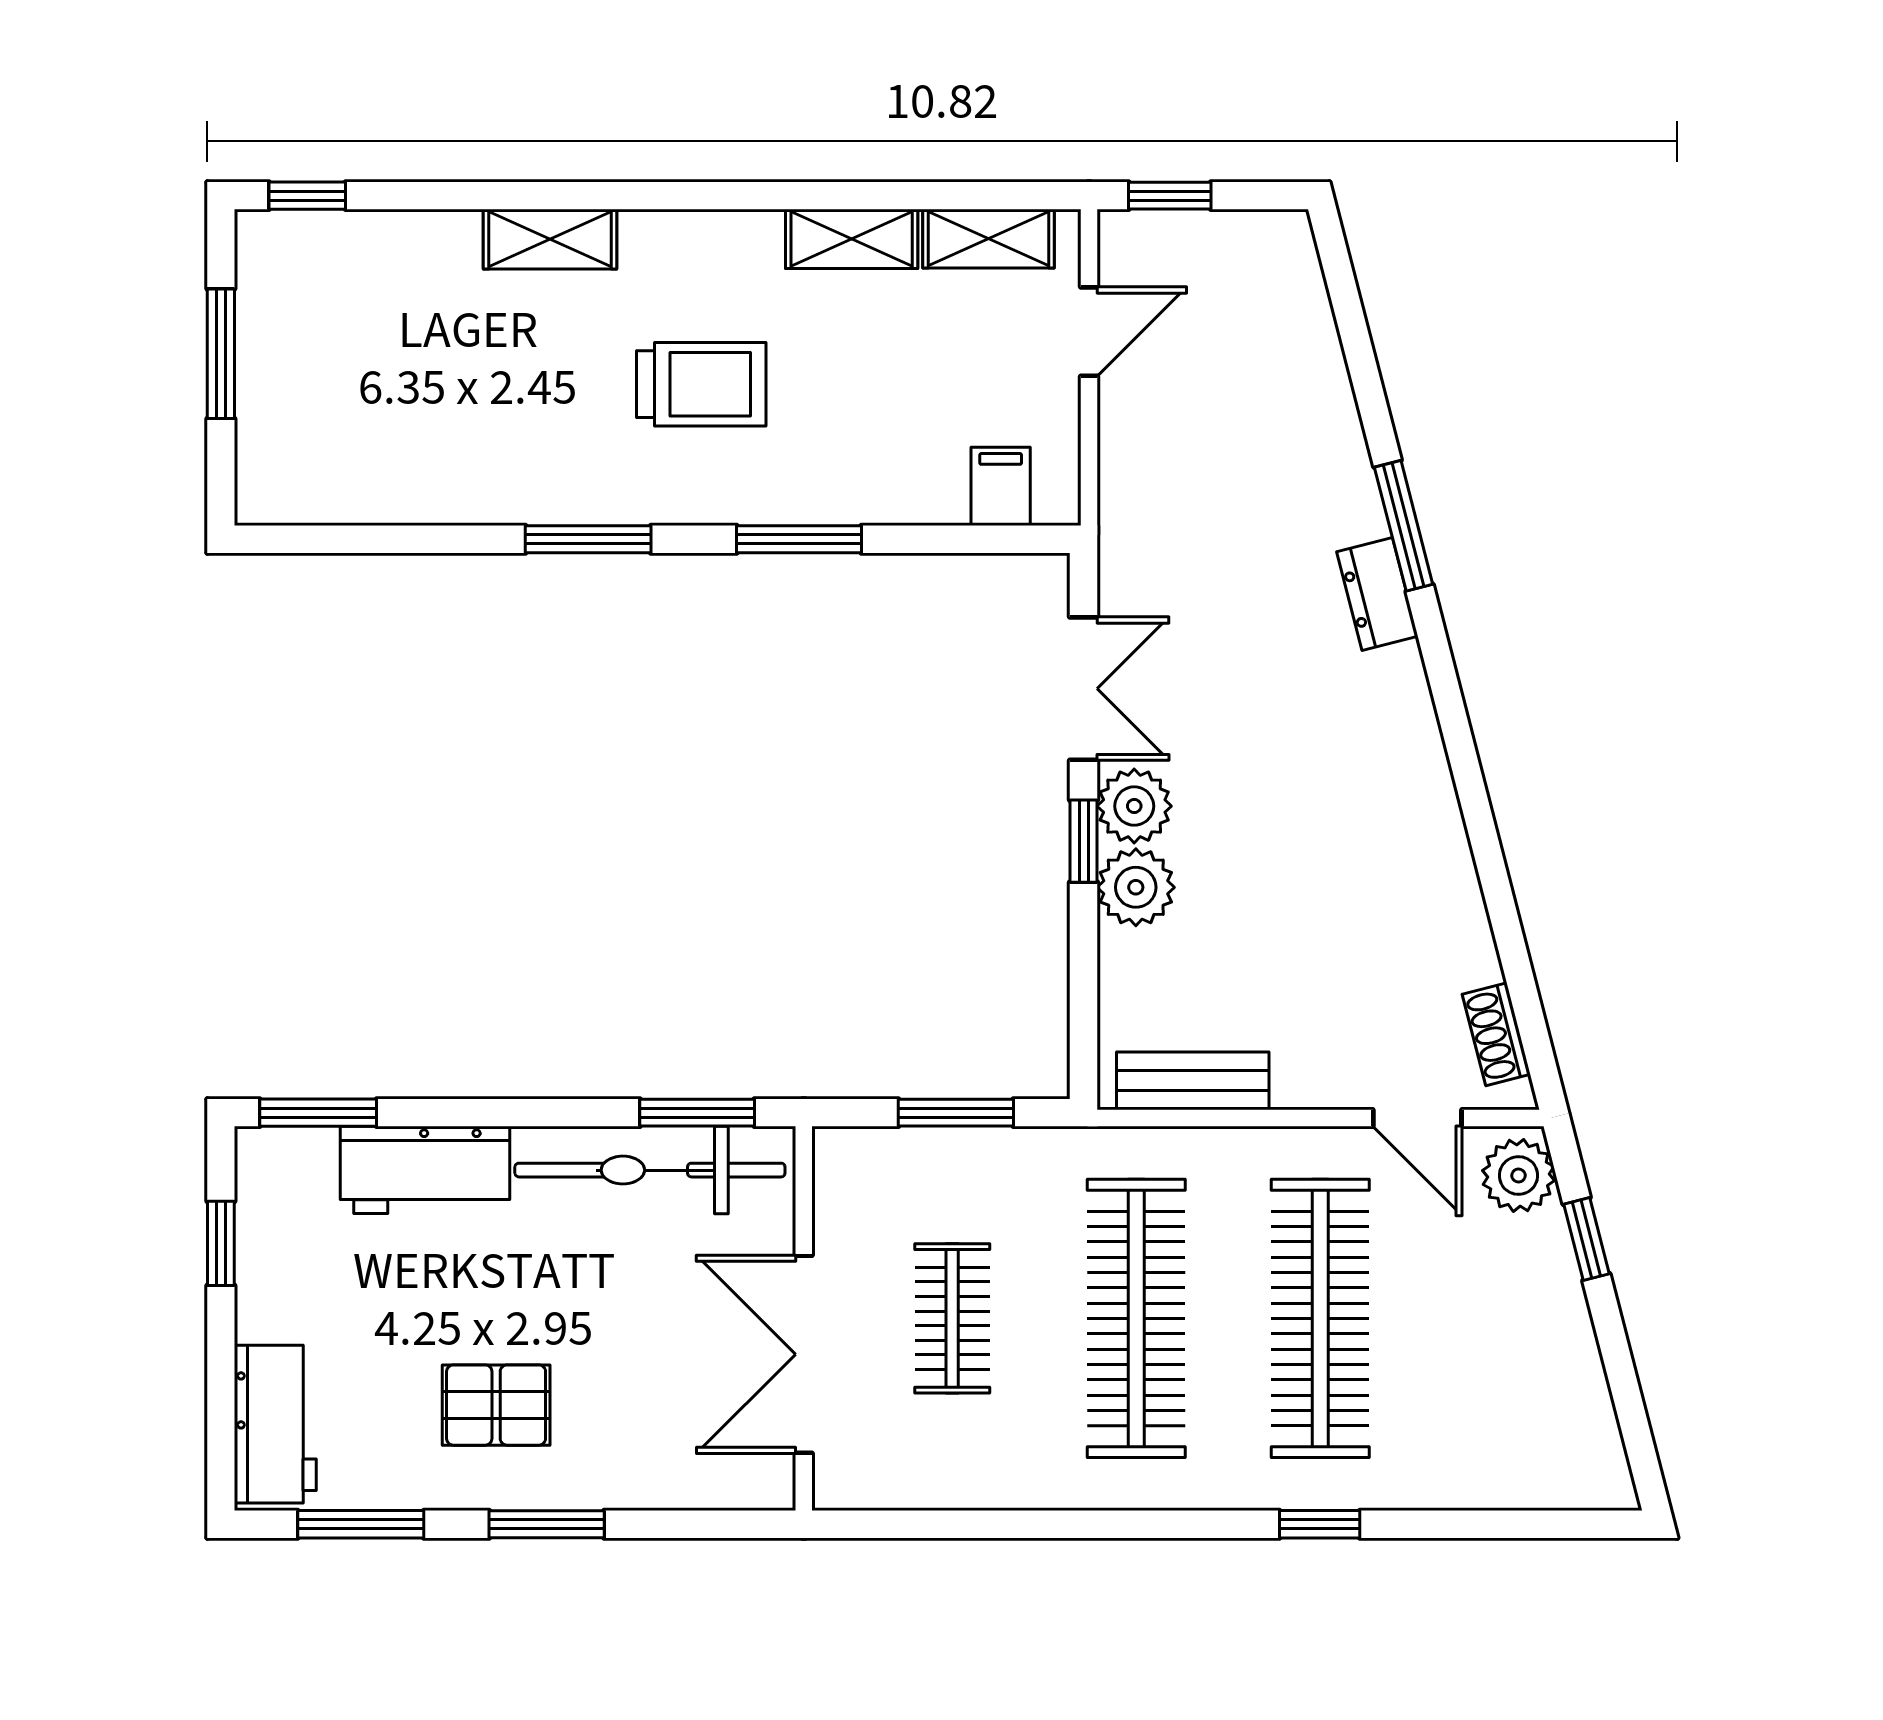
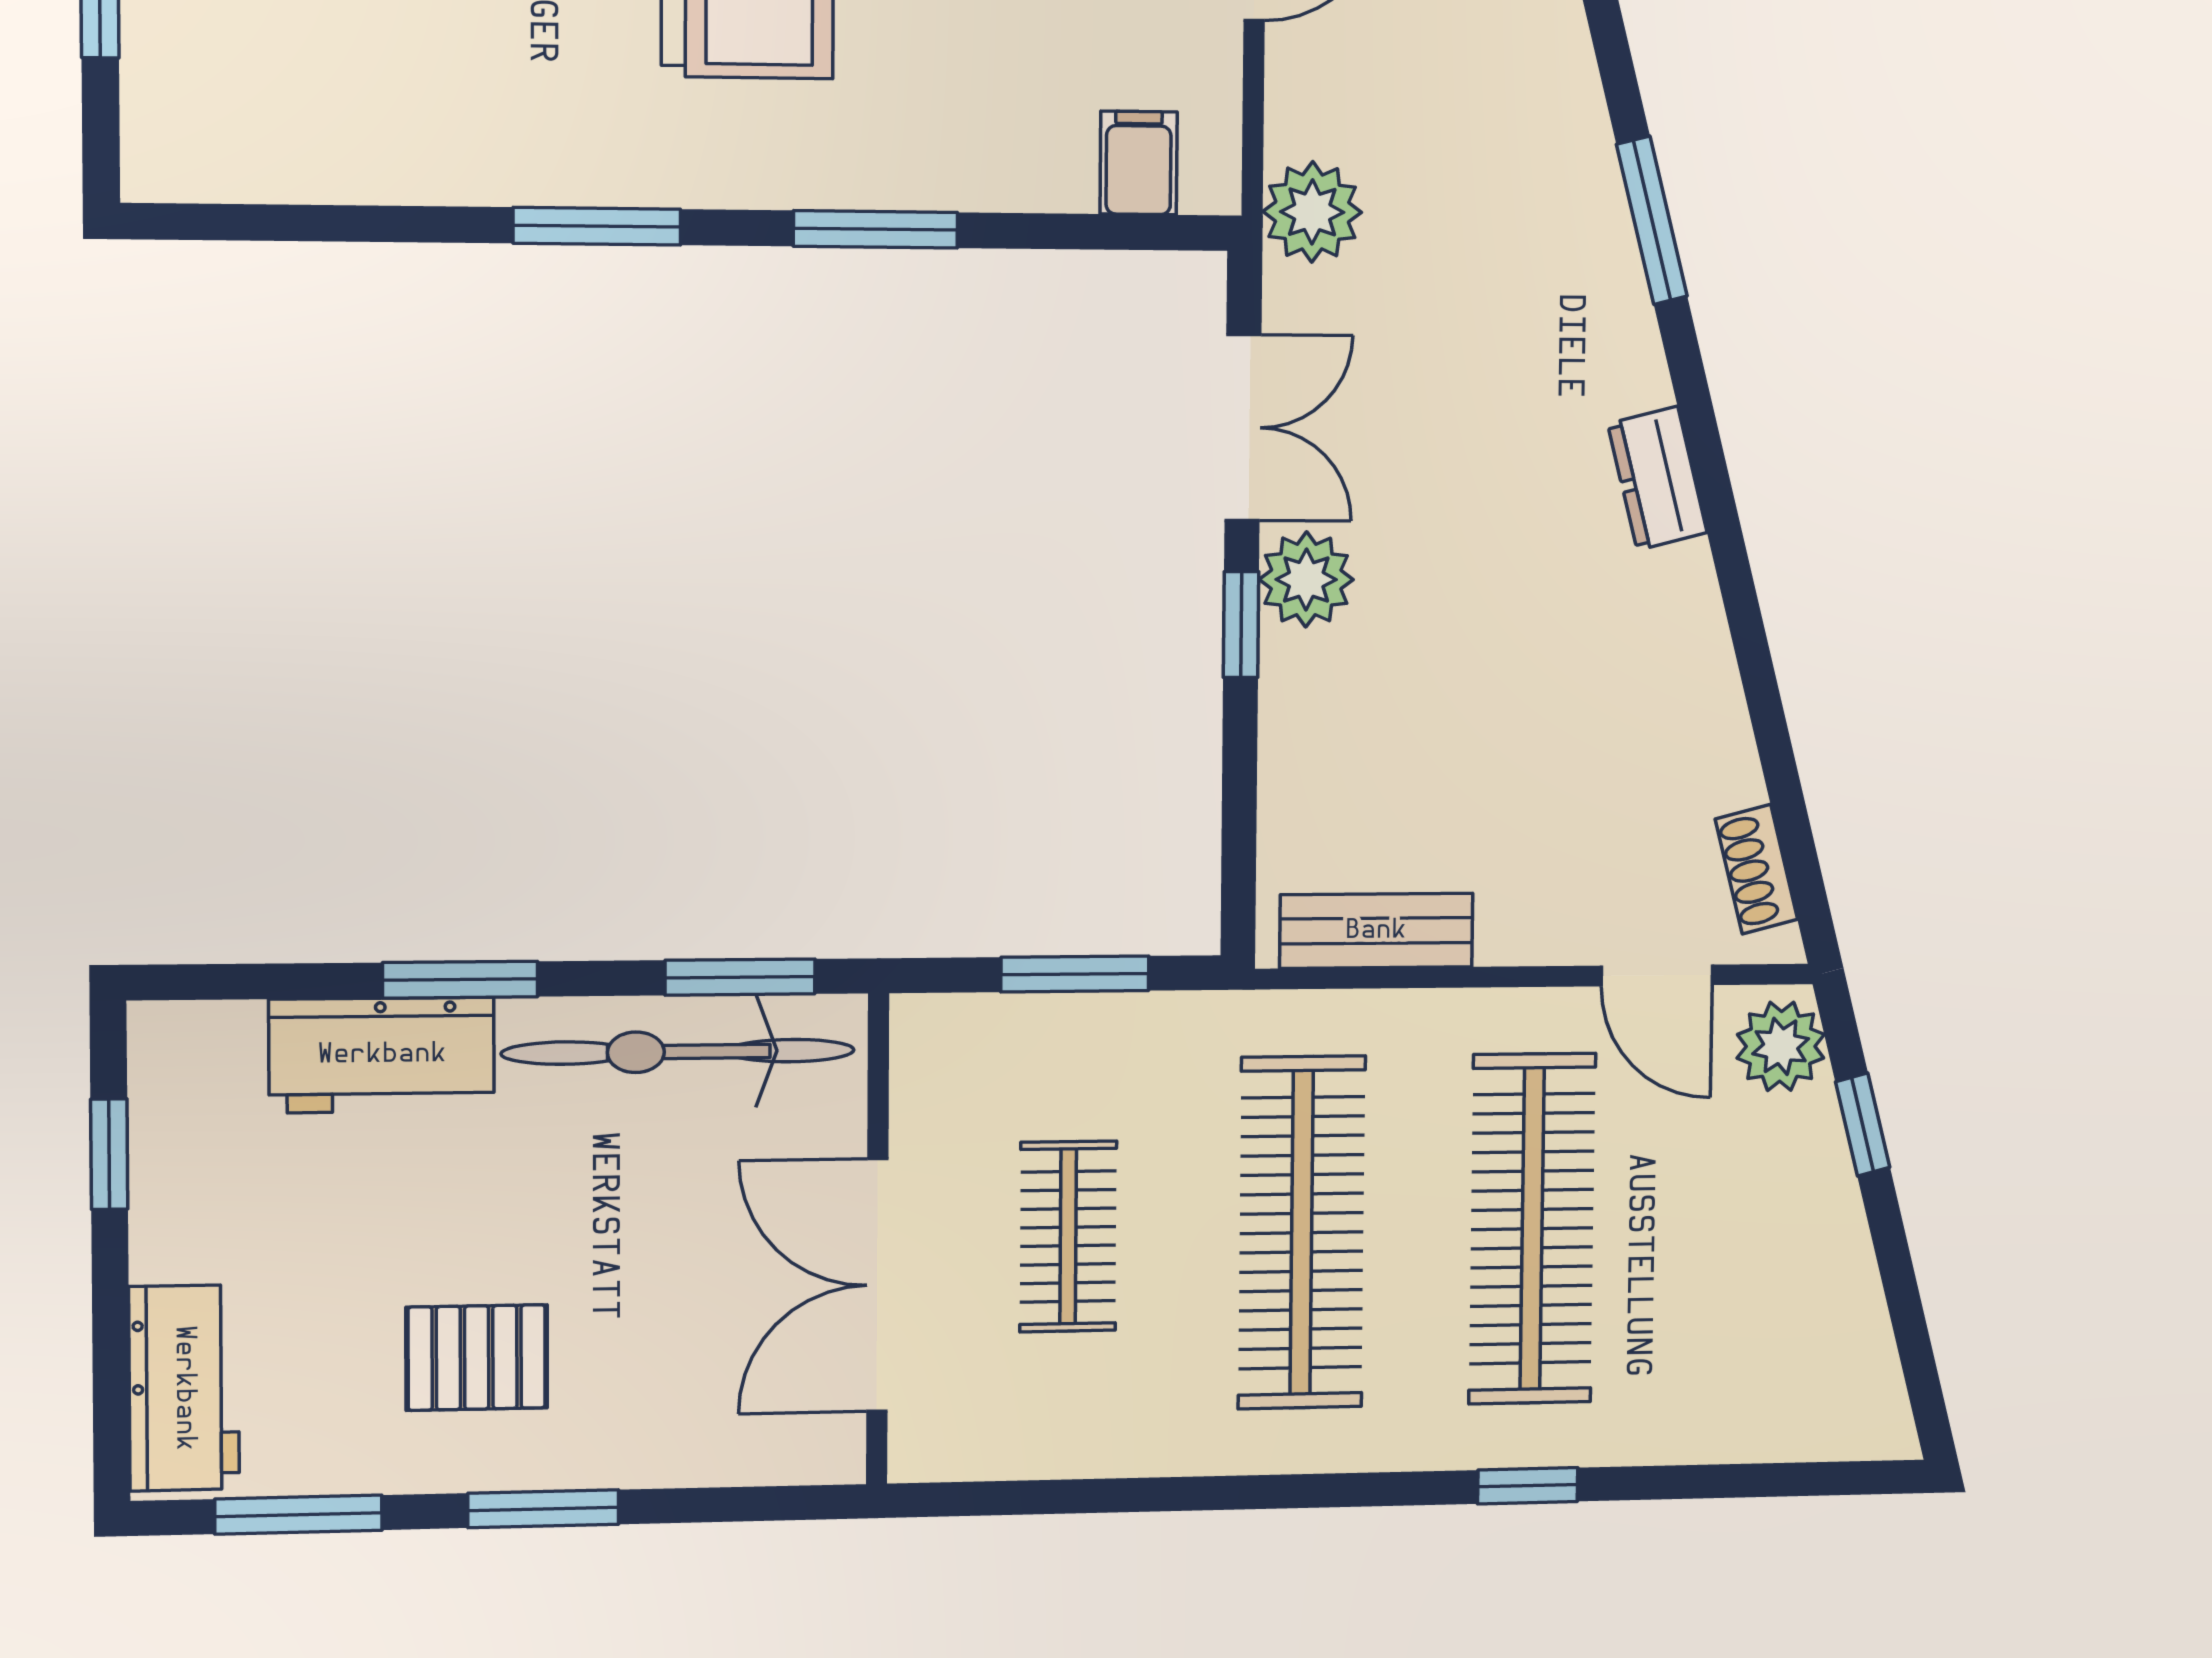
dresser: (1377, 594) -> (1657, 478), moved
plant: (1136, 887) -> (1312, 212), moved
window: (318, 1113) -> (460, 980), moved

